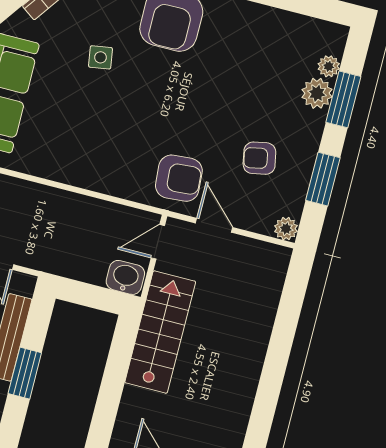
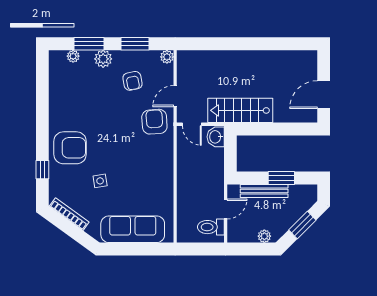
plant: (317, 93) -> (103, 59), moved

